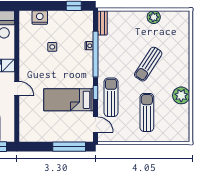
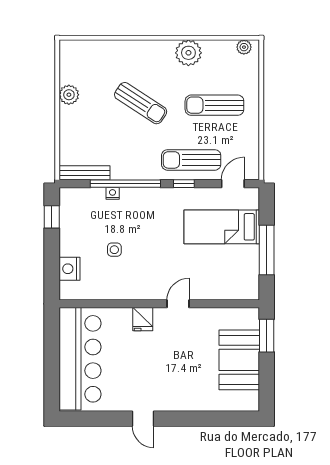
bench: (103, 23) -> (84, 173), width x1.36
bed: (68, 100) -> (222, 227), moved, turned 90
plant: (185, 132) -> (244, 47), added
window: (69, 147) -> (267, 250), moved

